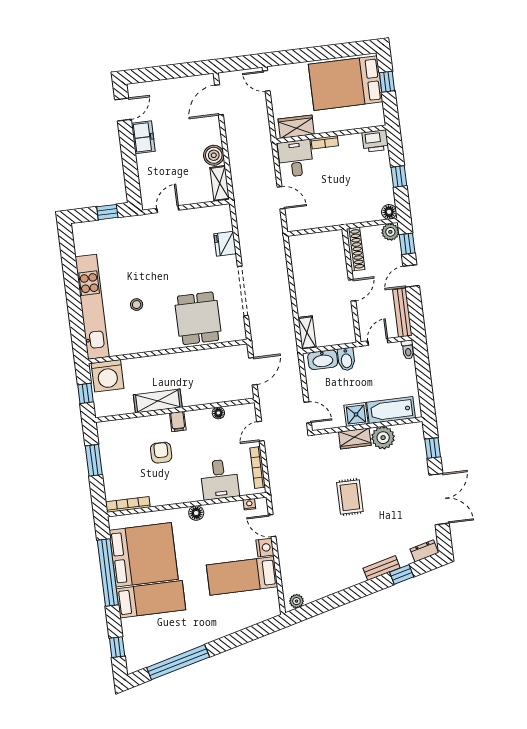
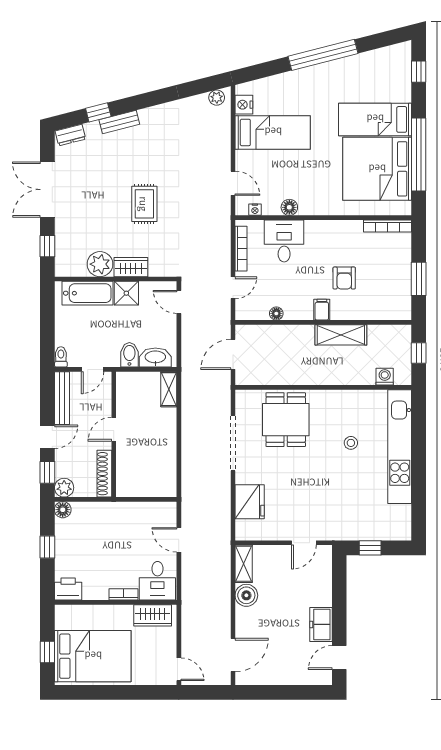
fridge: (225, 244) -> (250, 502), width x1.36, depth x1.34
washing machine: (108, 376) -> (385, 377), width x0.53, depth x0.53
floor lamp: (196, 513) -> (289, 207), moved
nightstand: (265, 548) -> (244, 105), moved
window: (178, 662) -> (323, 55), moved

